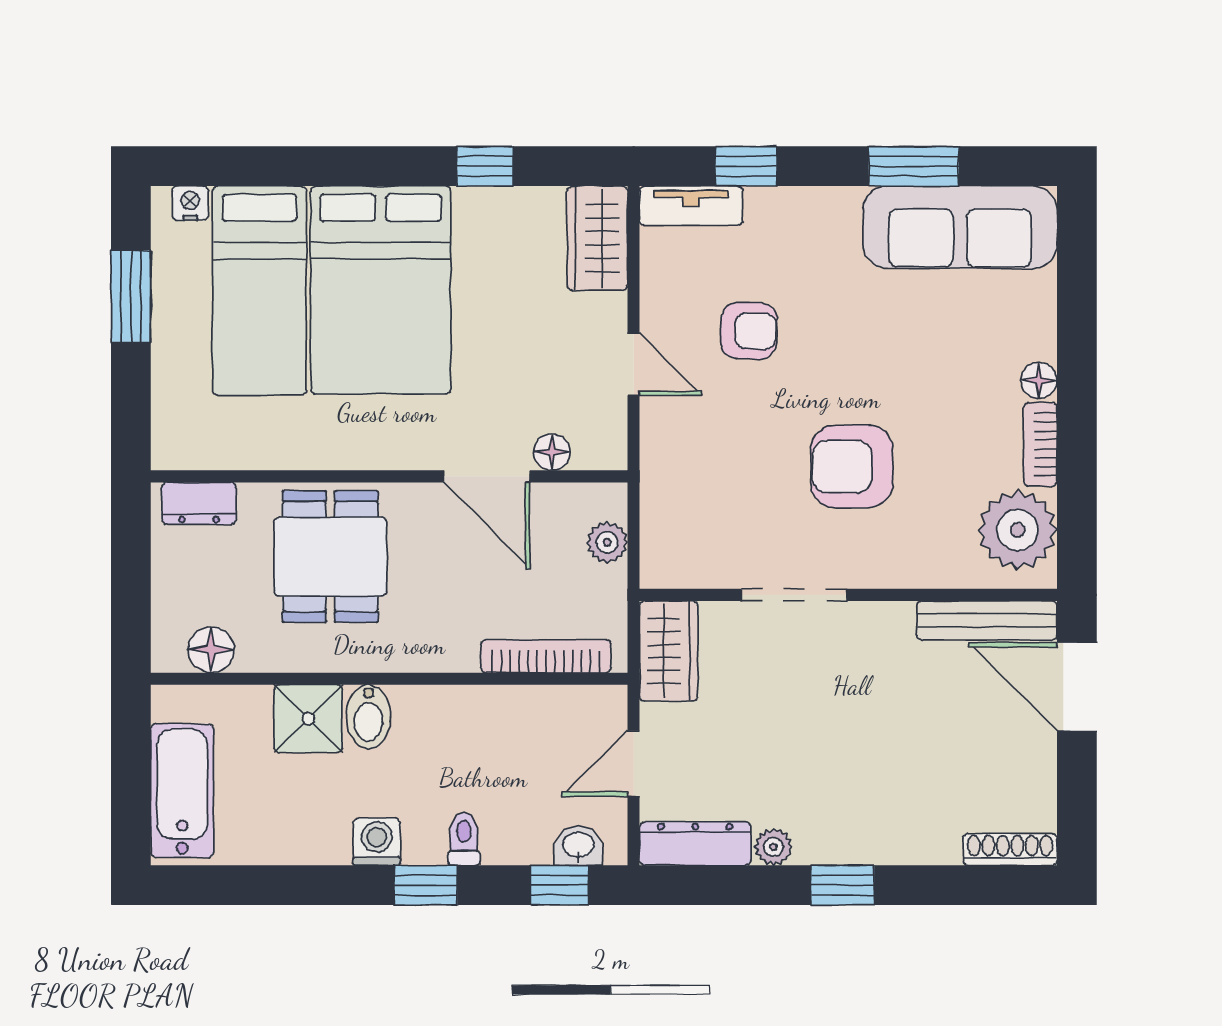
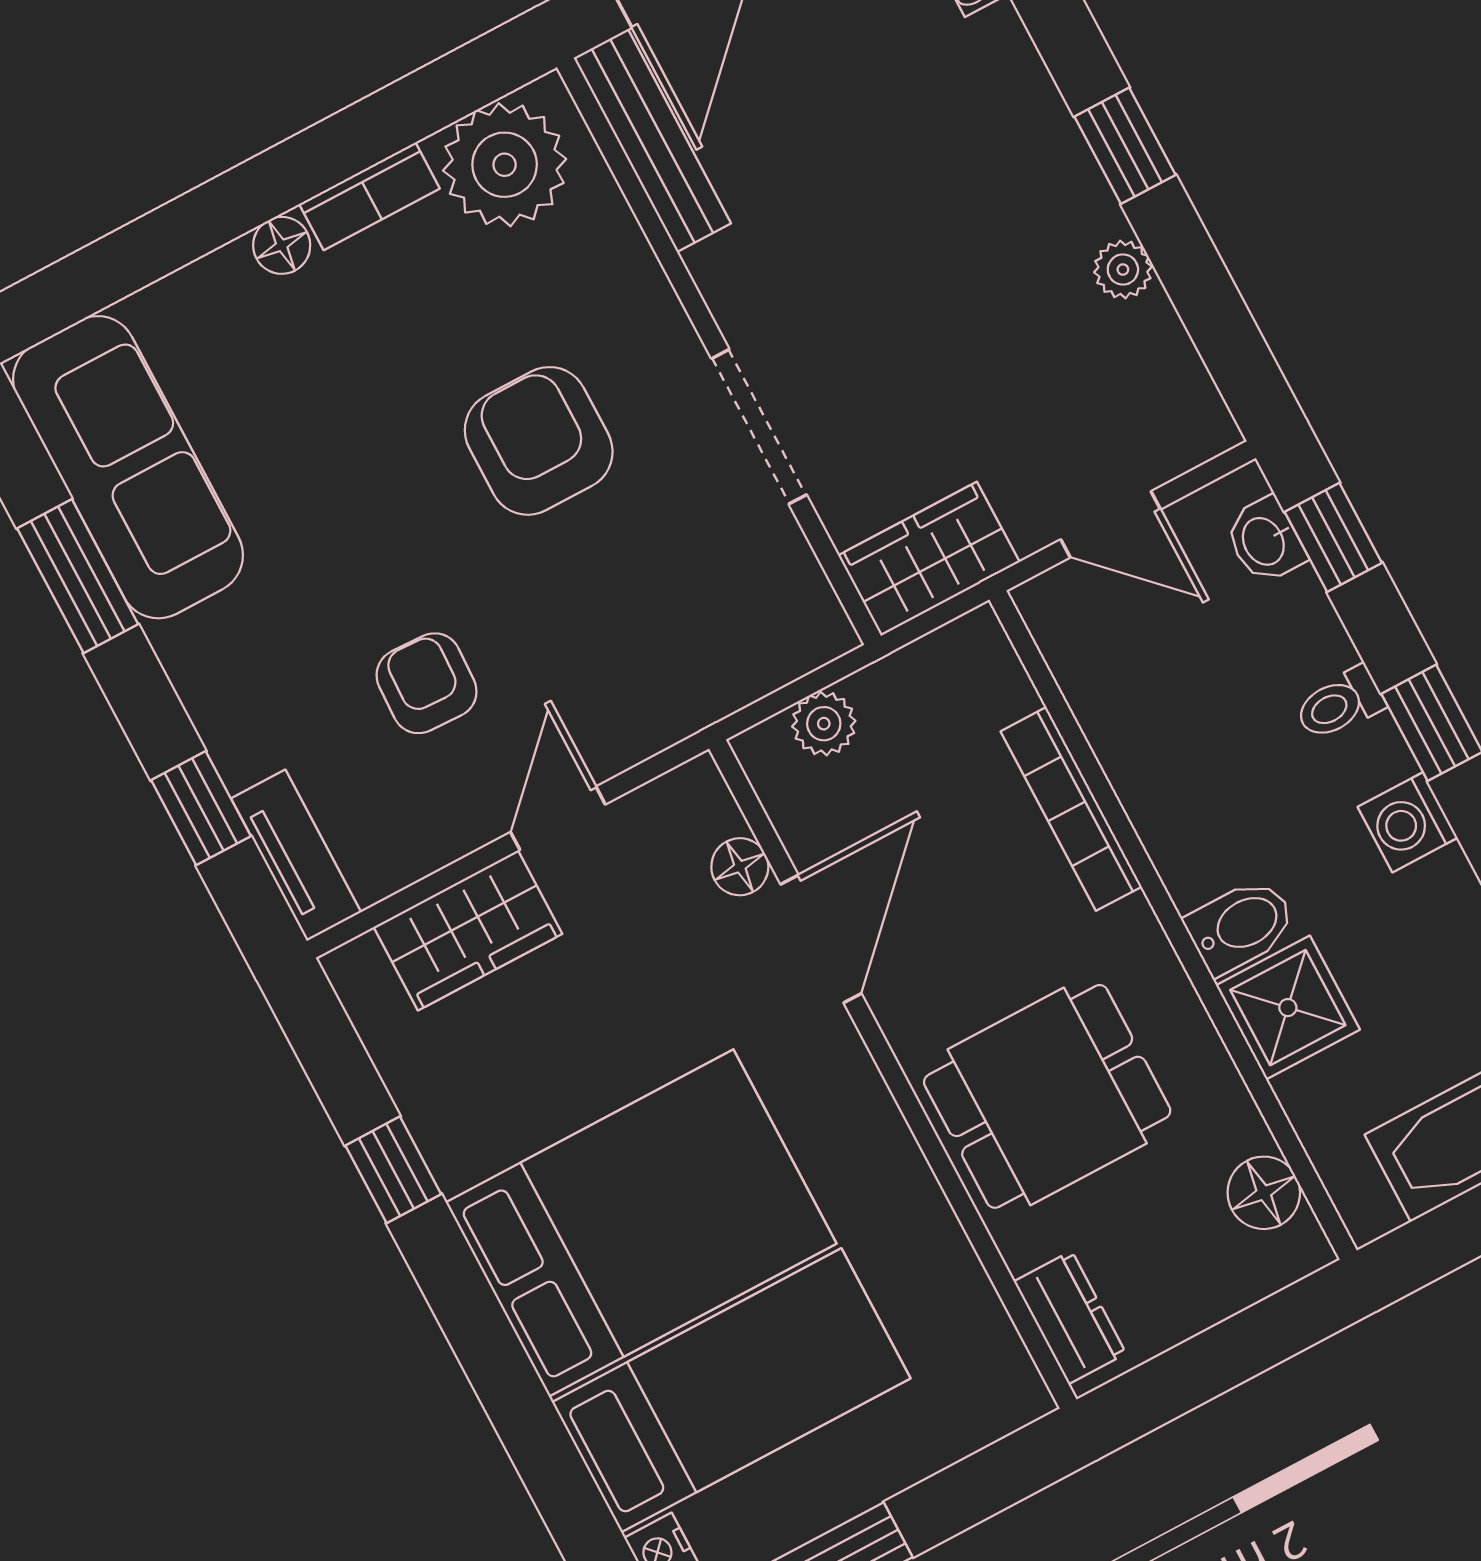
wardrobe: (597, 238) -> (468, 930), moved
armchair: (852, 466) -> (539, 441), turned 180
bookcase: (546, 656) -> (1071, 809), moved
dresser: (695, 844) -> (1176, 380), removed

